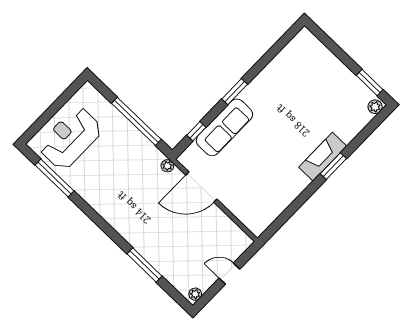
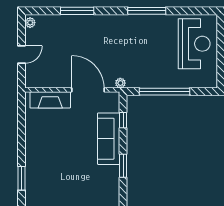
fireplace: (323, 157) -> (50, 100), moved, turned 90
window: (55, 178) -> (147, 11), moved
door: (201, 187) -> (88, 90), hinge flipped

